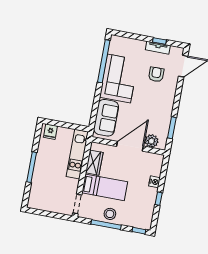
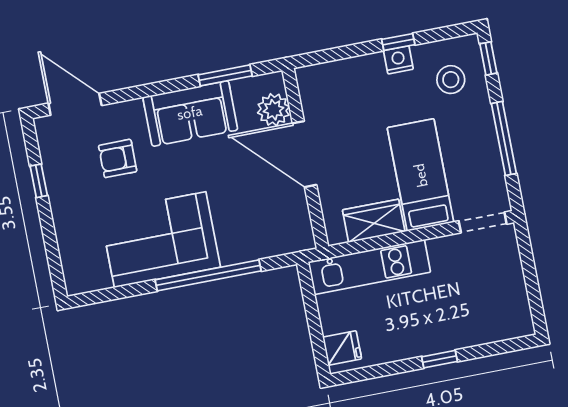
tv unit: (158, 48) -> (55, 178), removed
window: (104, 61) -> (208, 275), moved
sofa: (106, 118) -> (190, 113), moved, turned 180
window: (32, 167) -> (439, 359), width x0.46
nightstand: (154, 182) -> (398, 60), moved
stool: (110, 214) -> (451, 80), moved

